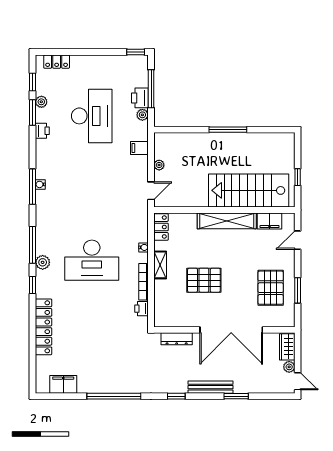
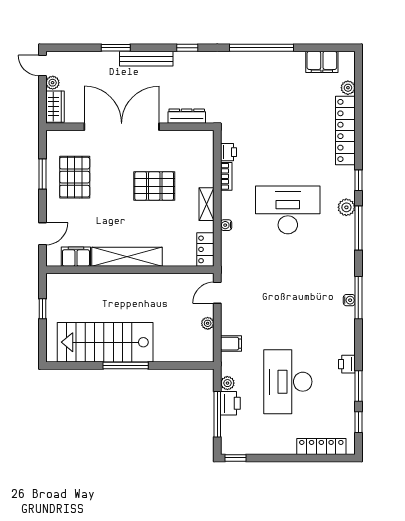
locker: (57, 62) -> (321, 446), width x1.53
plant: (41, 102) -> (348, 88), moved
stairs: (249, 190) -> (105, 342), moved, turned 180
bookcase: (143, 282) -> (226, 176), width x0.64

